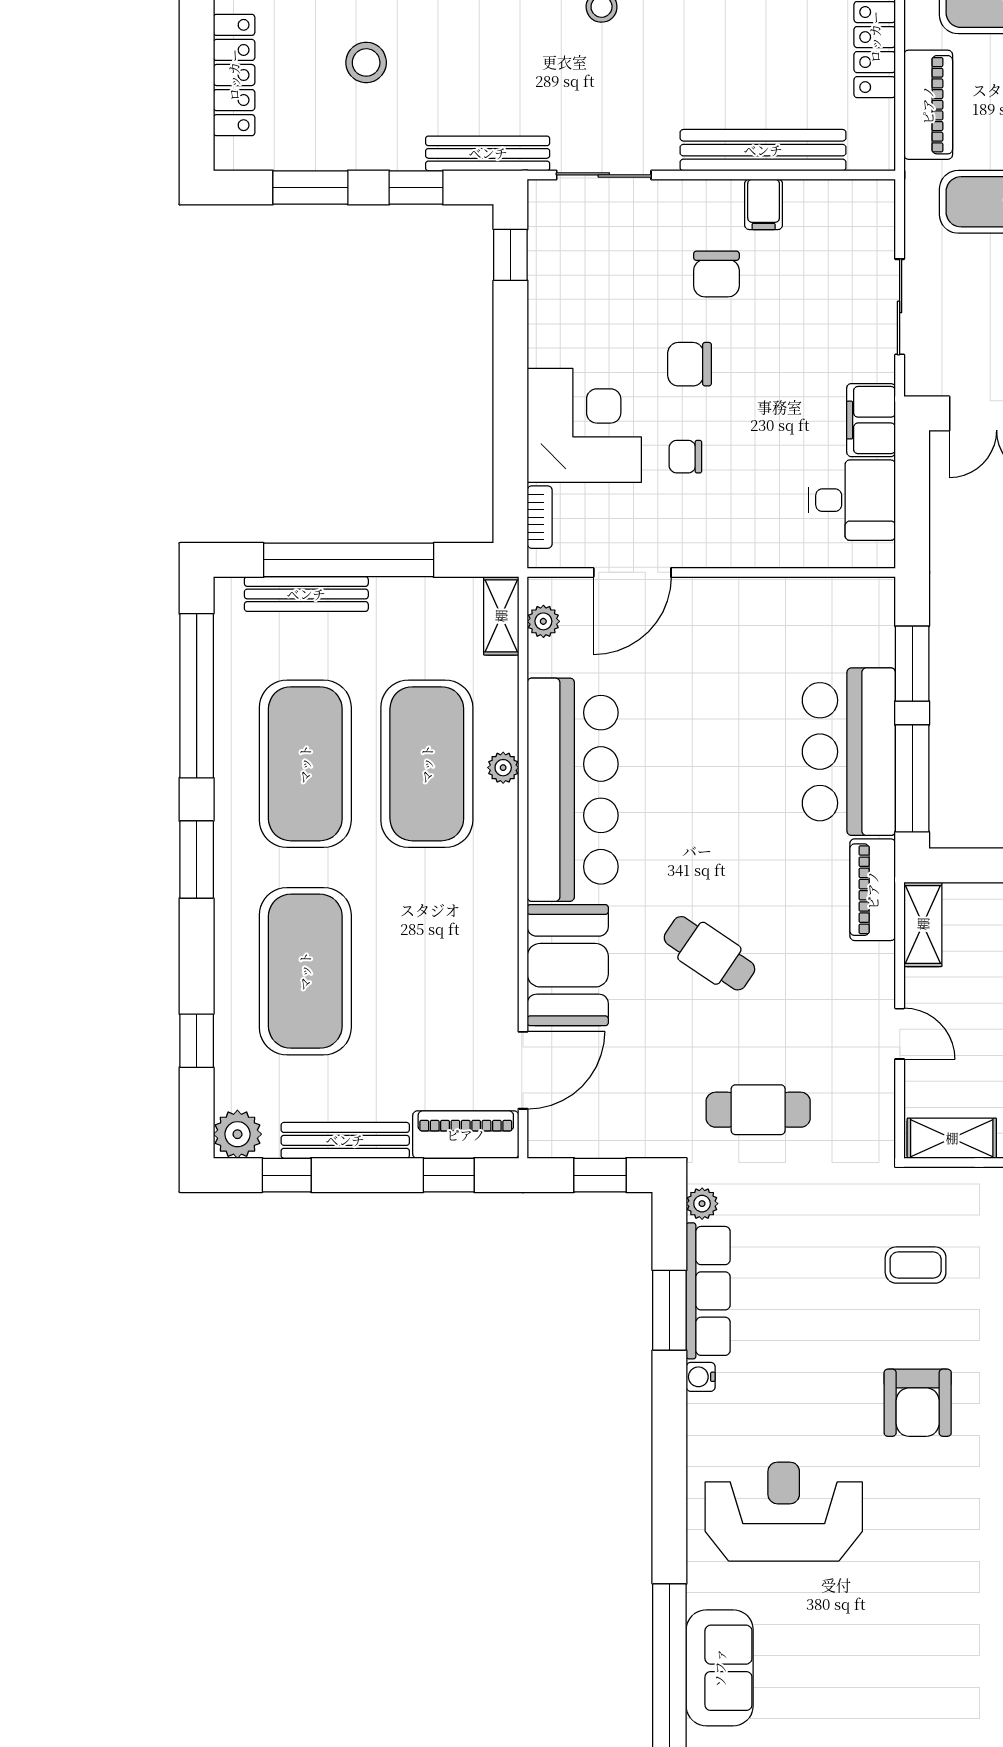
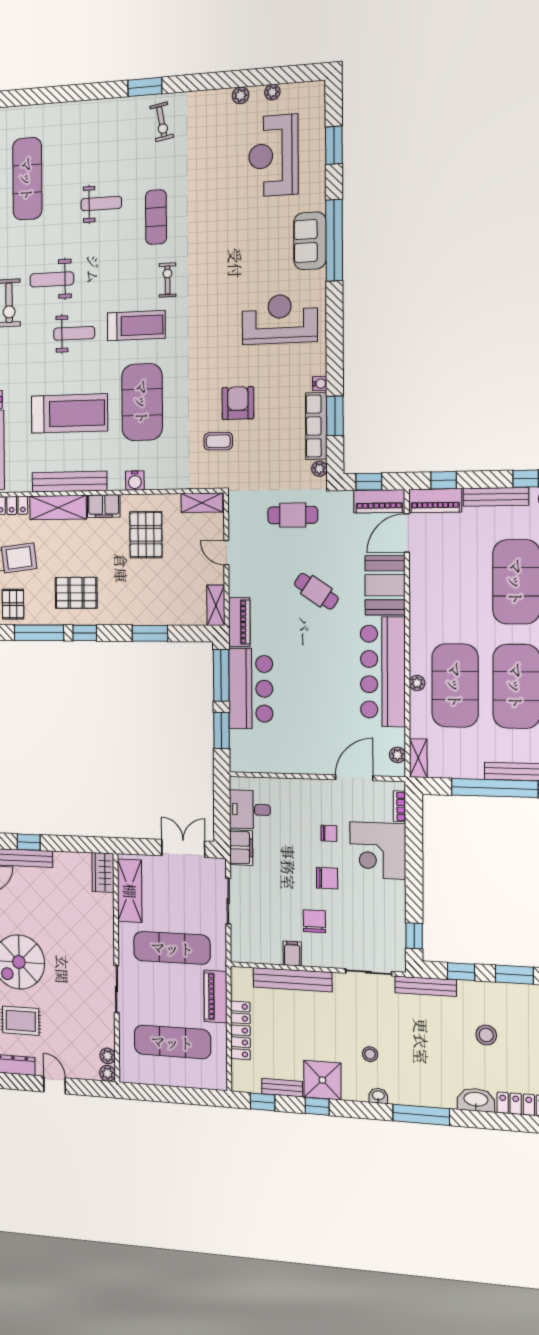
piano: (579, 1135) -> (379, 501), added
armchair: (918, 1403) -> (238, 403), moved
reception desk: (784, 1512) -> (280, 319), turned 180

